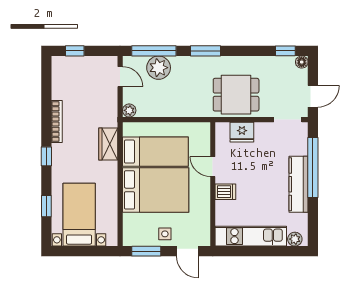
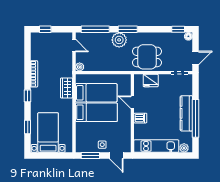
plant: (159, 68) -> (119, 40), moved
window: (313, 168) -> (195, 118), moved
bed: (156, 190) -> (96, 112), width x0.67

